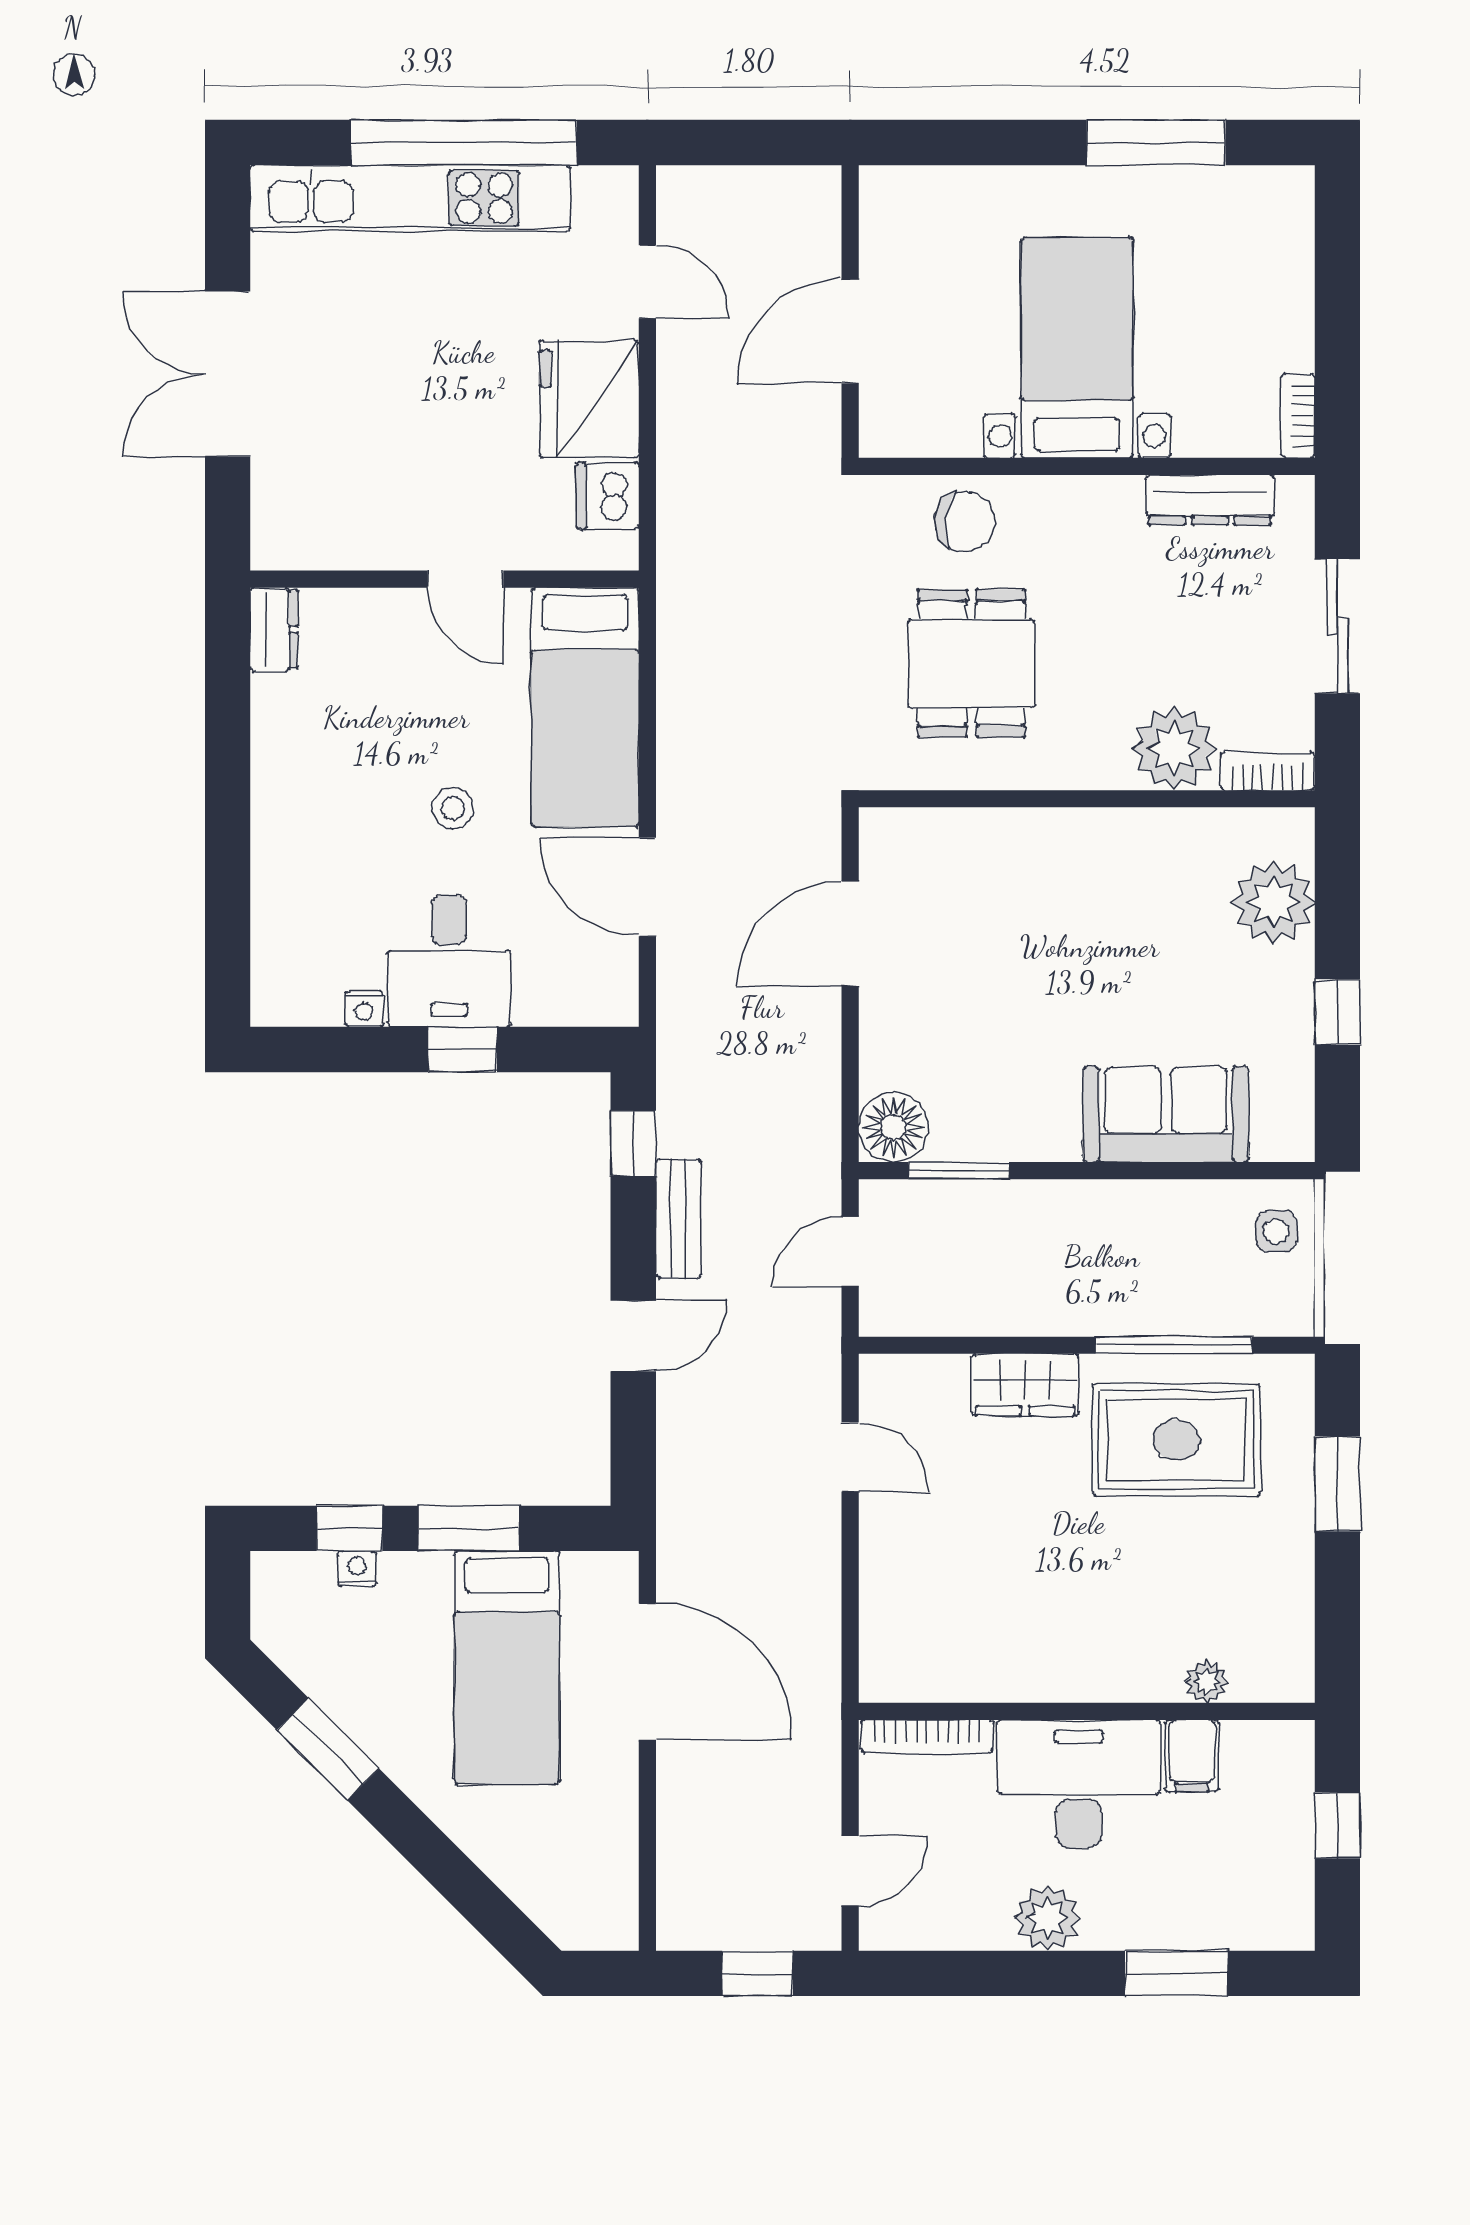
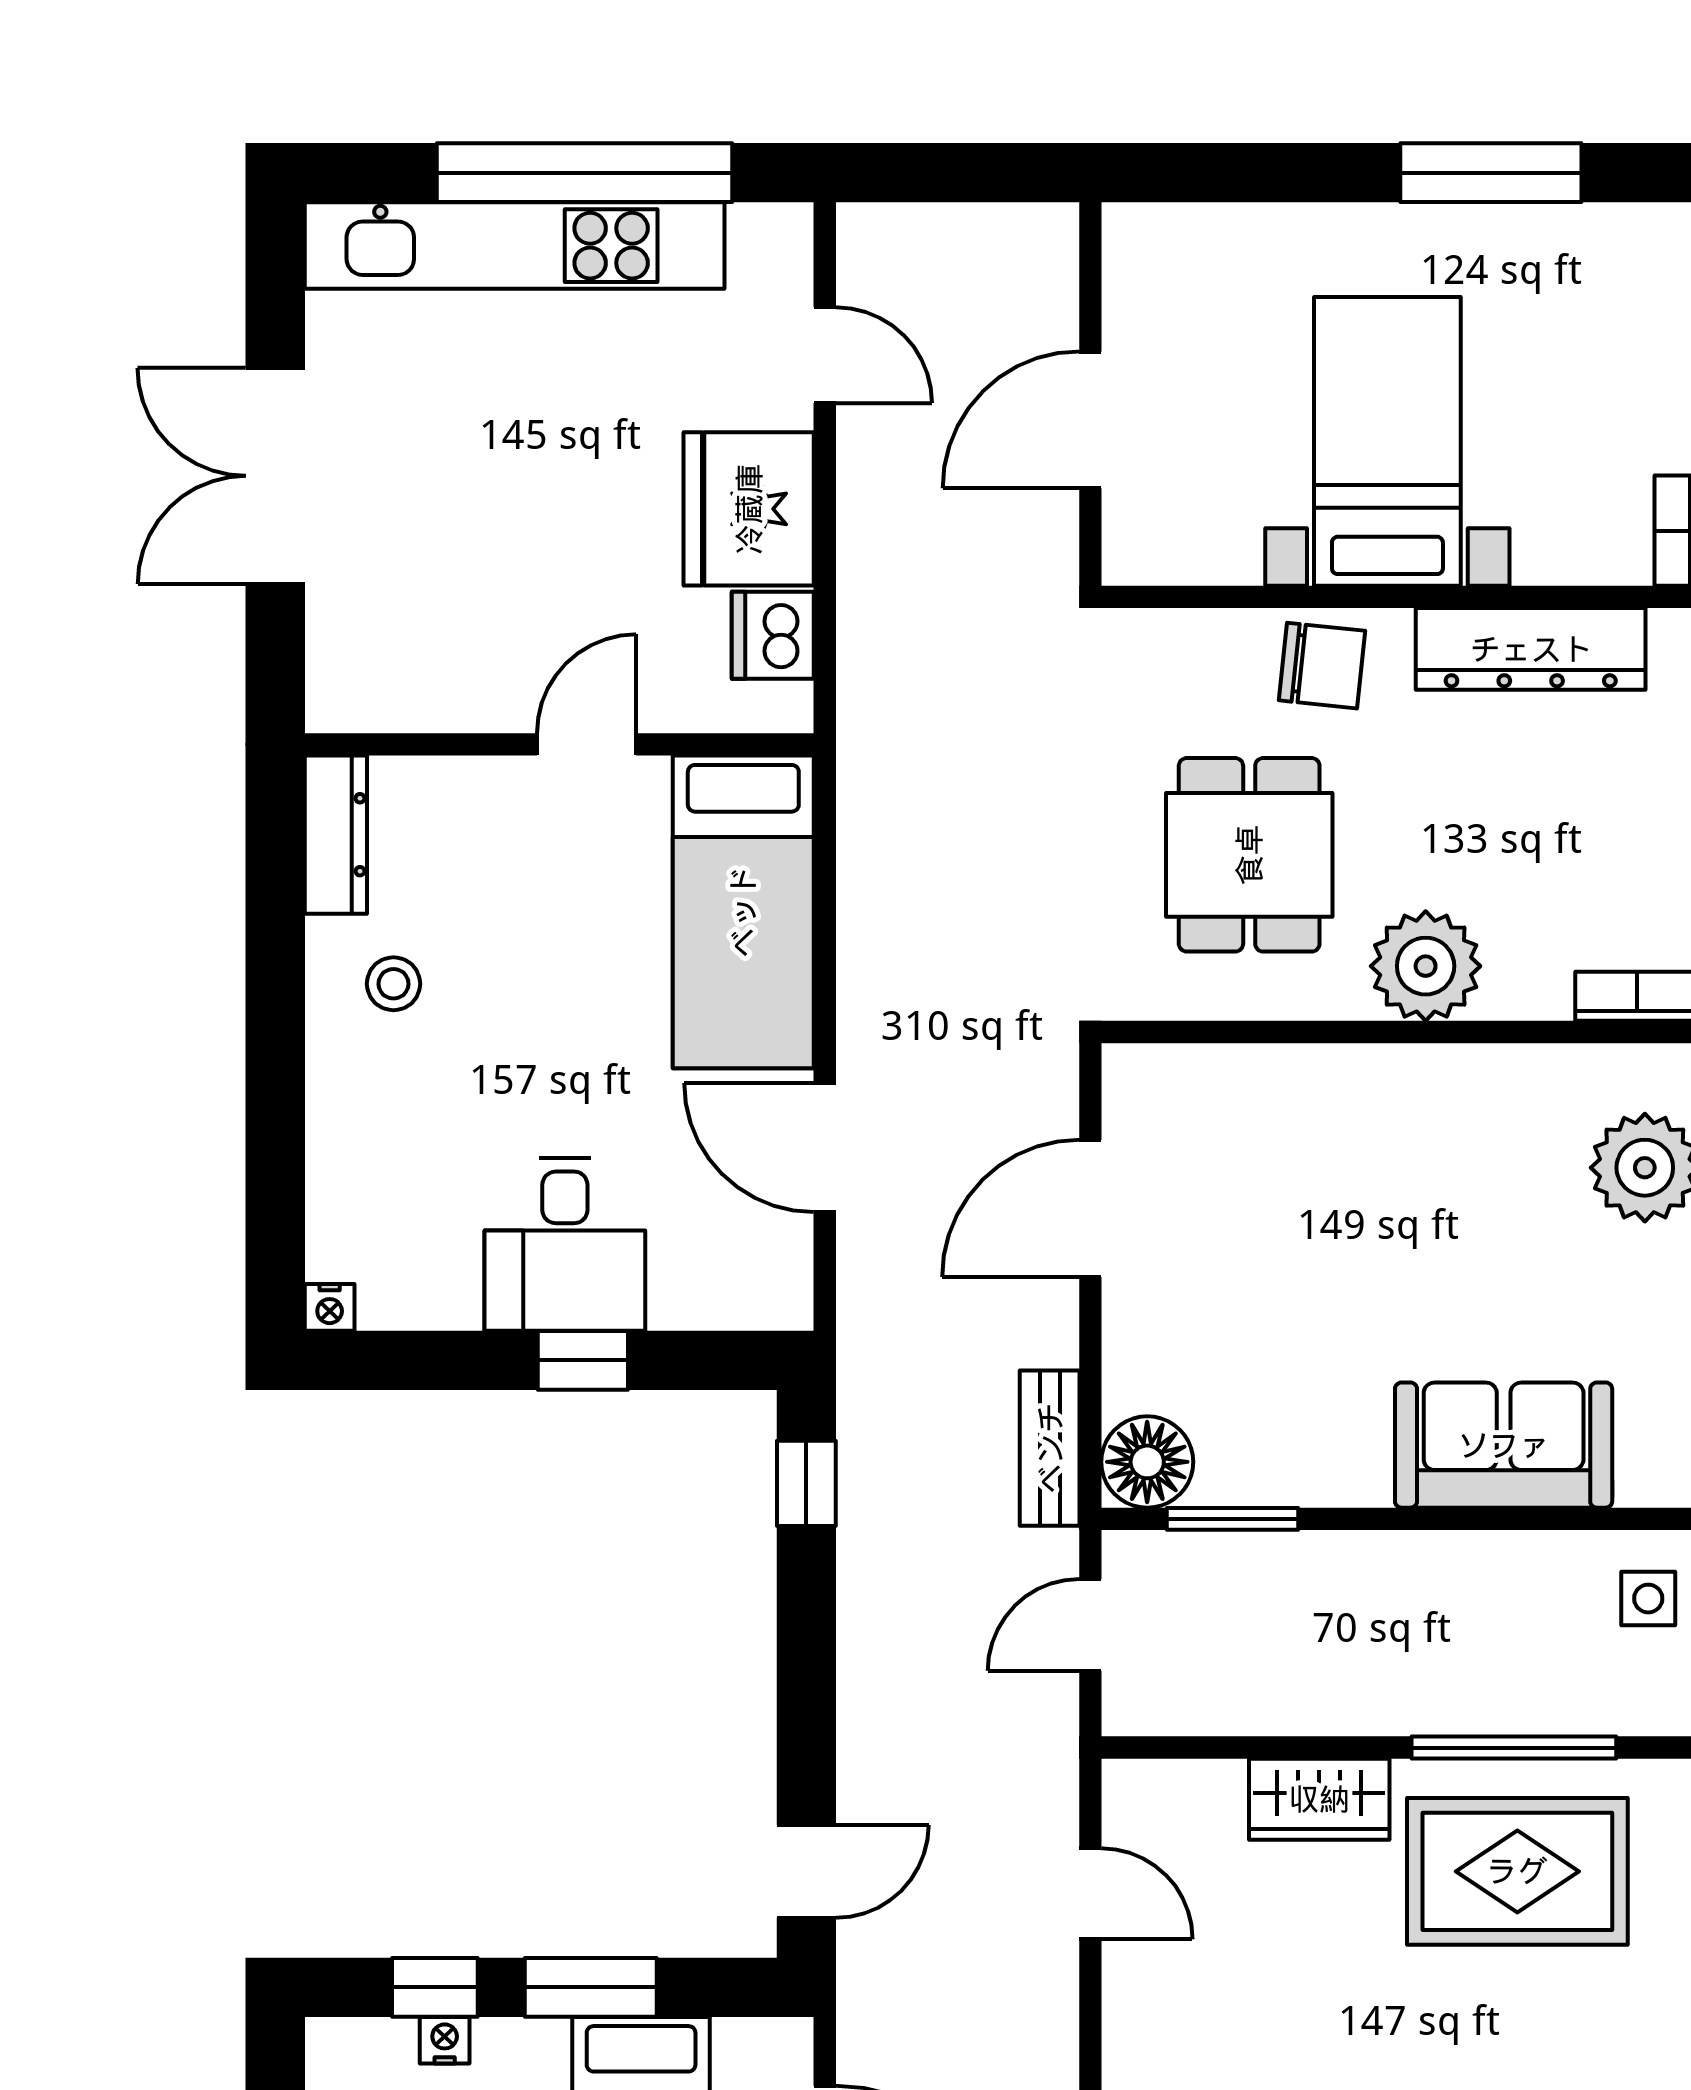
dresser: (1210, 500) -> (1531, 649), width x1.37, depth x1.24
chair: (965, 522) -> (1322, 666), moved
door: (465, 579) -> (587, 744), swing flipped
dresser: (274, 630) -> (336, 835), width x1.44
plant: (1174, 748) -> (1426, 966), moved
stool: (453, 808) -> (394, 984), moved
nightstand: (364, 1009) -> (330, 1307), moved
bench: (678, 1219) -> (1050, 1448), moved
door: (633, 1336) -> (806, 1871), moved

